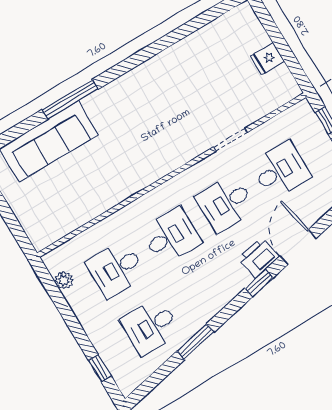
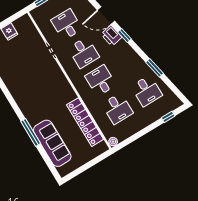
locker: (90, 206) -> (85, 122), added
plant: (64, 280) -> (113, 142), moved

